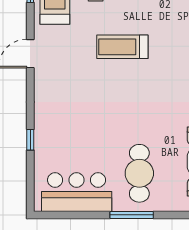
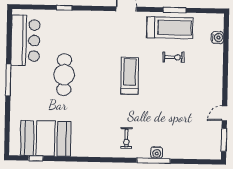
cafe table: (139, 173) -> (64, 75), moved, turned 90

